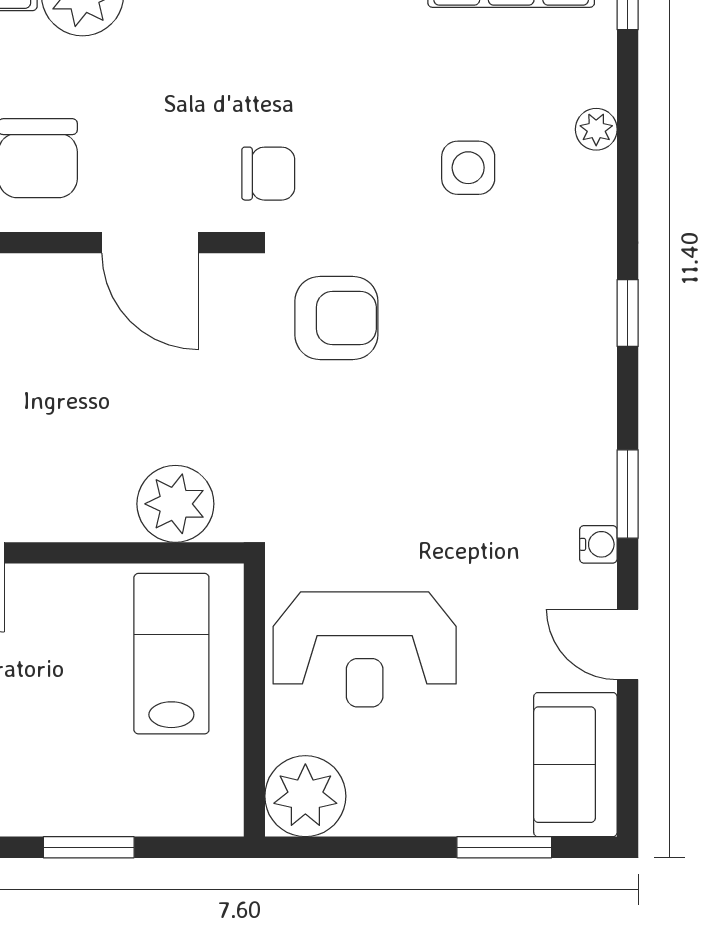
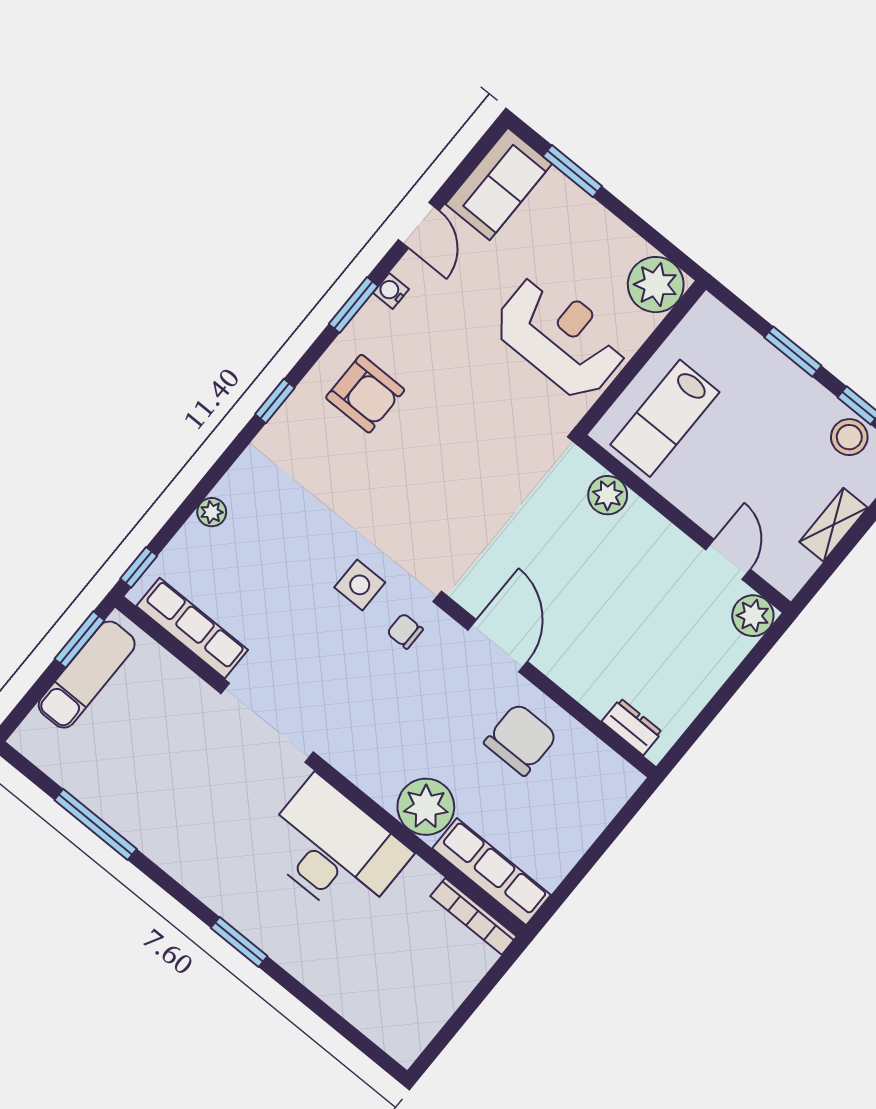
side table: (468, 168) -> (360, 585), moved
chair: (268, 174) -> (405, 631), width x0.73, depth x0.73
armchair: (336, 318) -> (365, 394), moved, turned 180
plant: (175, 504) -> (608, 495), width x0.73, depth x0.73

